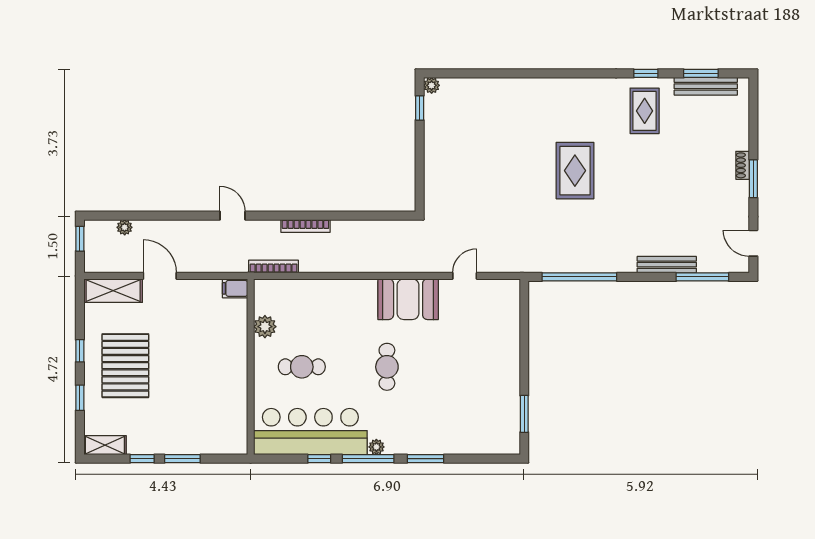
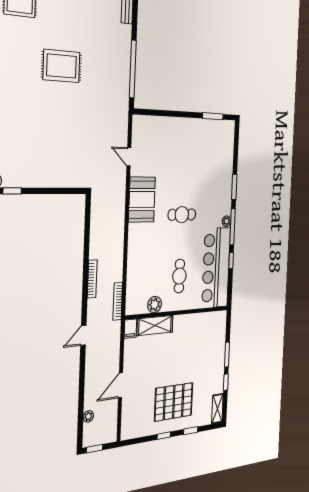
shelving: (113, 291) -> (155, 325), moved, turned 90

